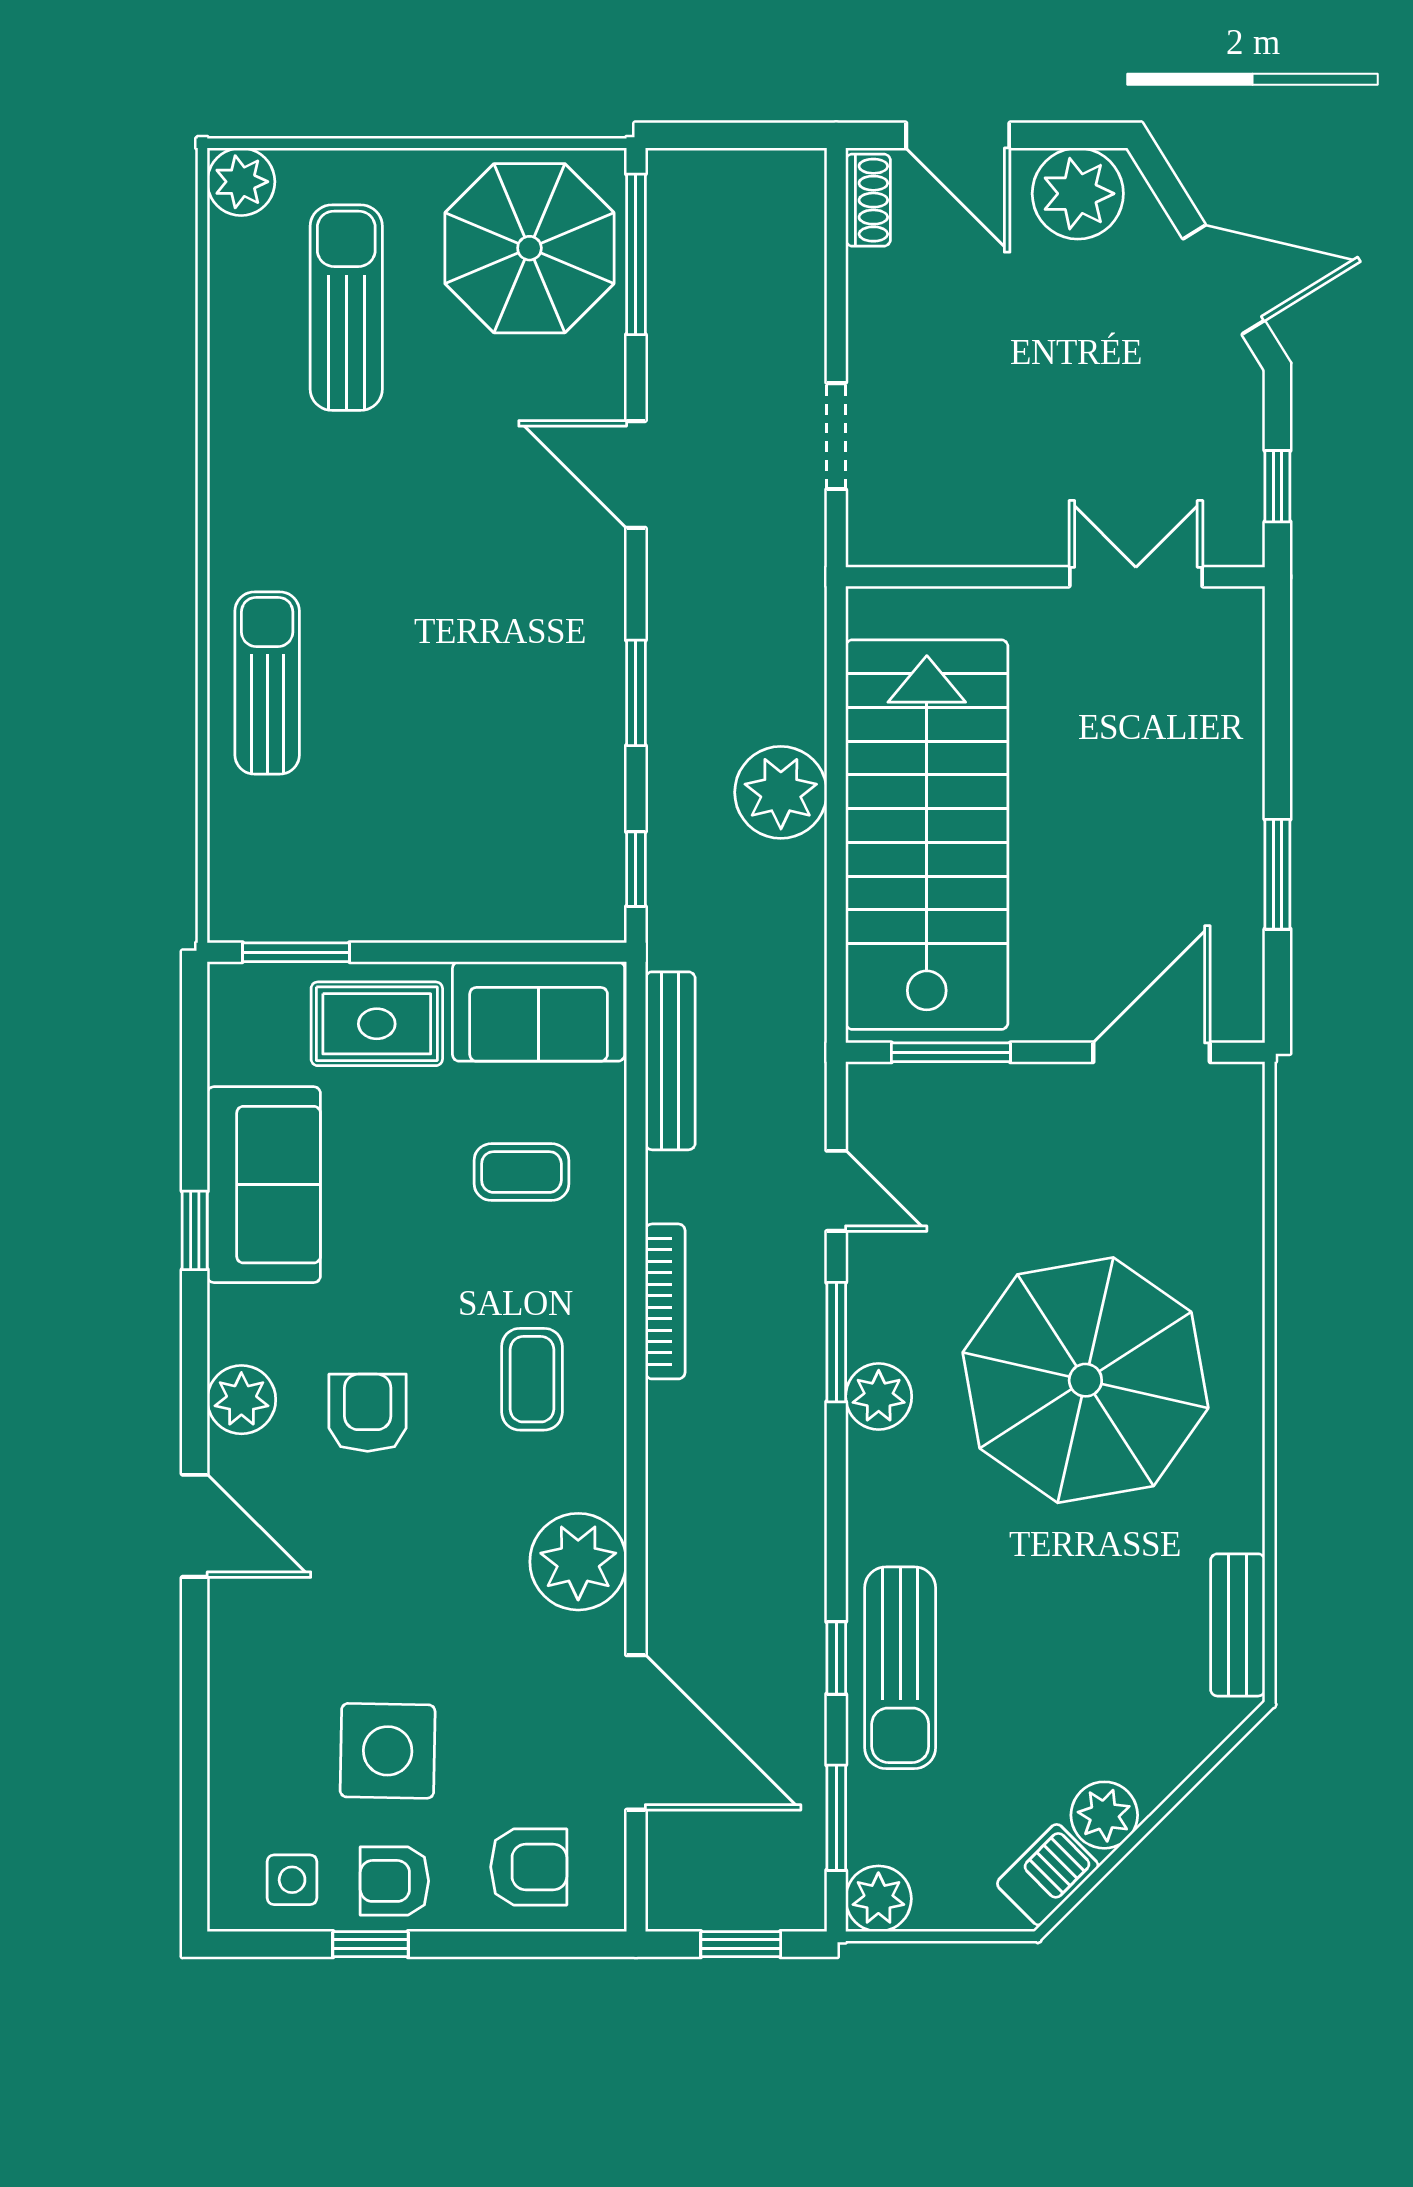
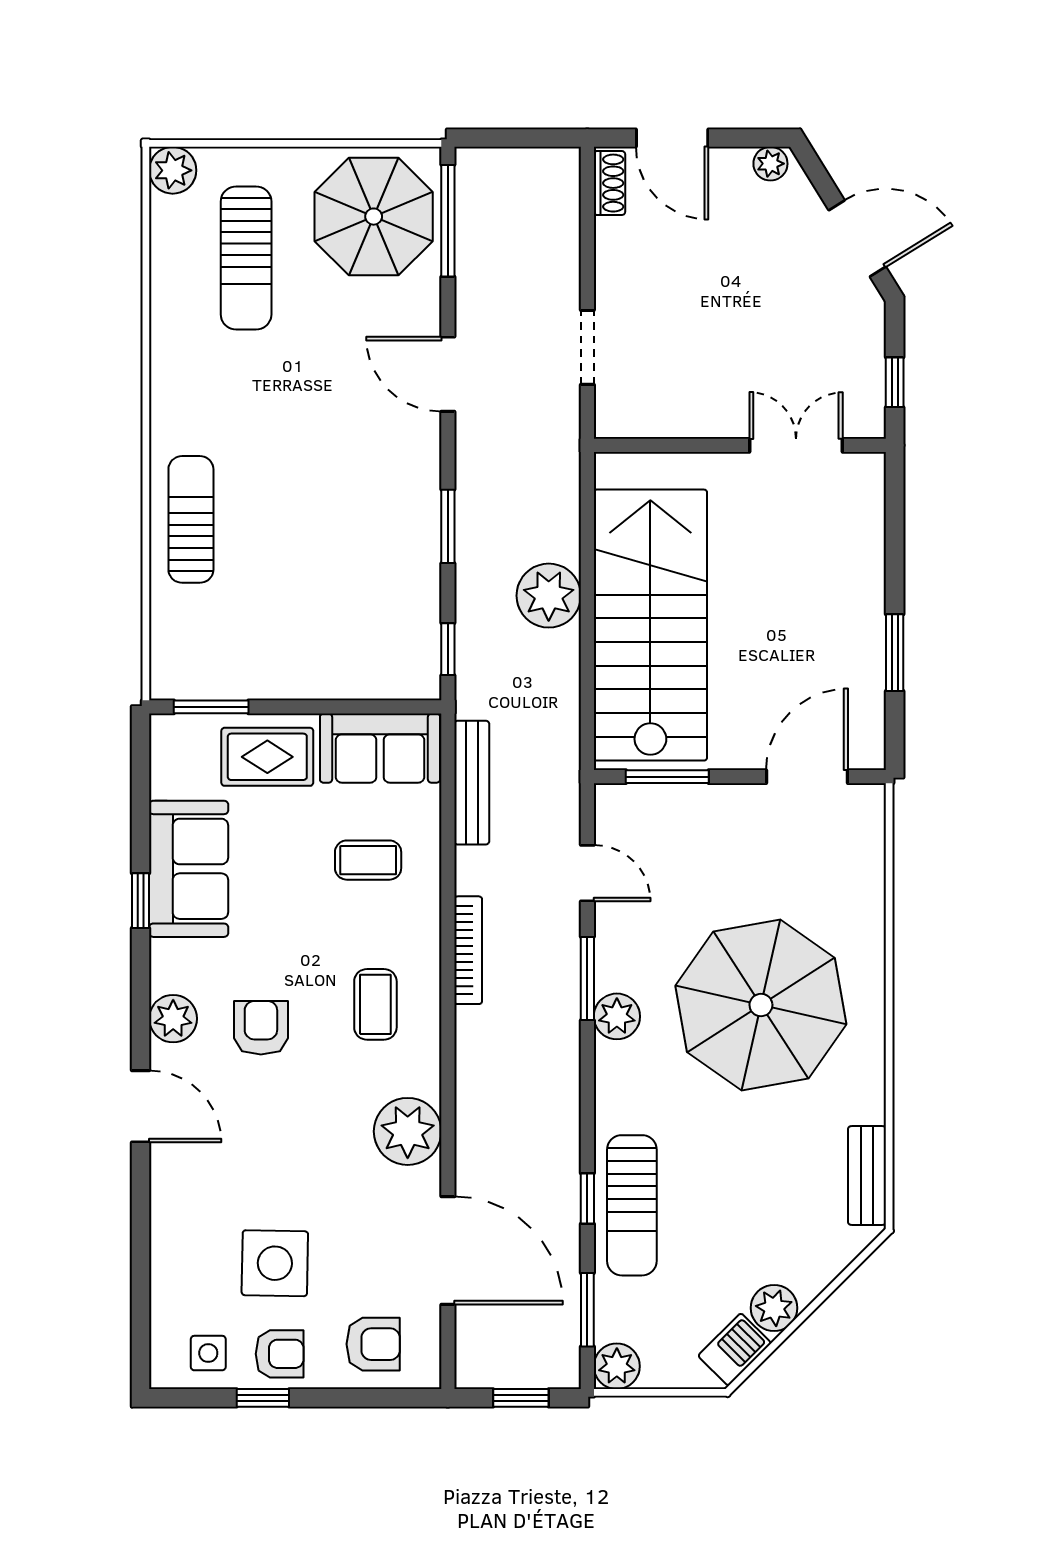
plant: (1078, 194) -> (770, 164), width x0.53, depth x0.53
sun lounger: (346, 308) -> (246, 258), turned 180
armchair: (394, 1881) -> (280, 1354), turned 180

